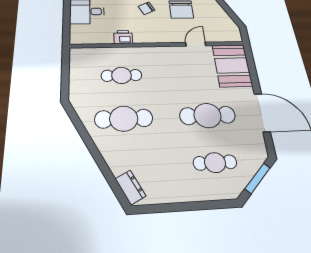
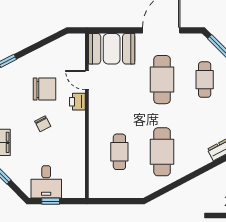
window: (67, 15) -> (51, 201), added
printer: (123, 37) -> (77, 102), moved

